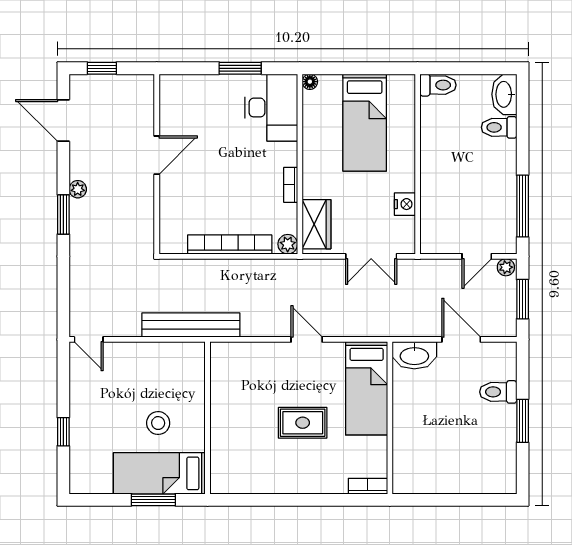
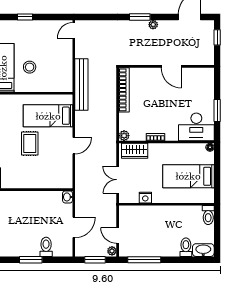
bookcase: (230, 244) -> (124, 90), moved
washbasin: (414, 355) -> (68, 197), width x0.52, depth x0.69
bed: (367, 388) -> (48, 116), moved

